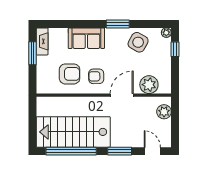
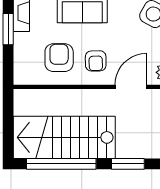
armchair: (70, 74) -> (59, 58), turned -90
armchair: (96, 76) -> (96, 61), turned -90

